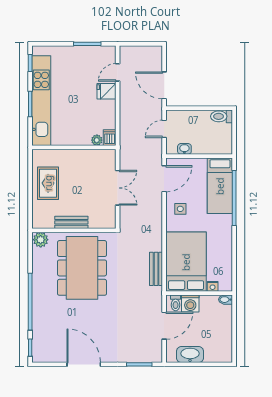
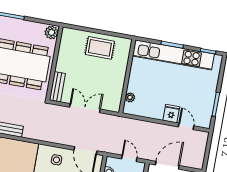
dishwasher: (110, 138) -> (130, 109), removed
double door: (118, 188) -> (85, 108), swing flipped
bench: (71, 222) -> (57, 87), moved

